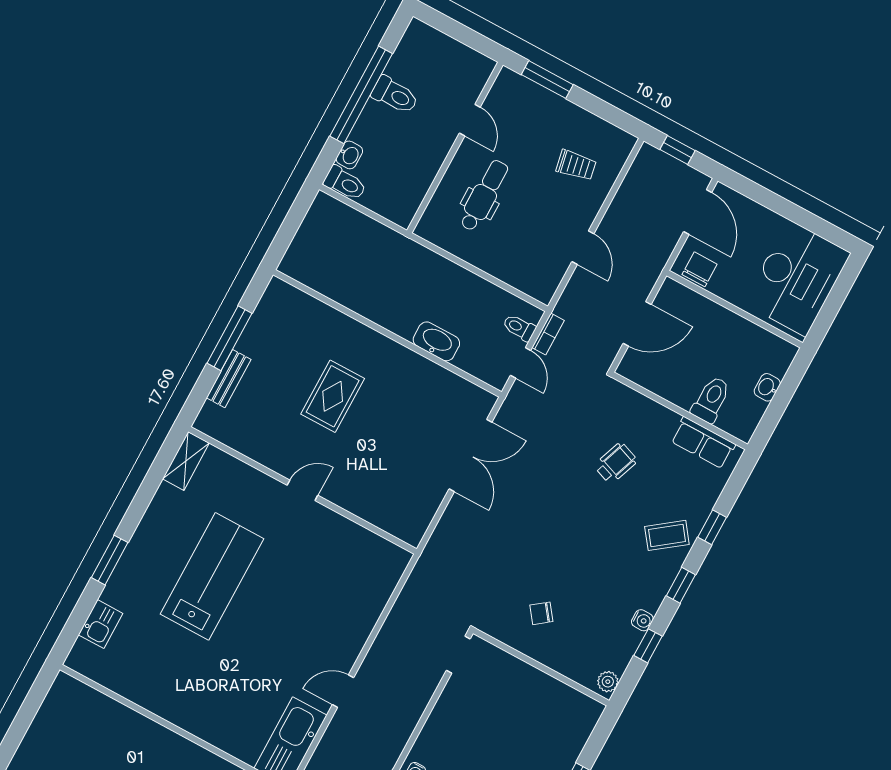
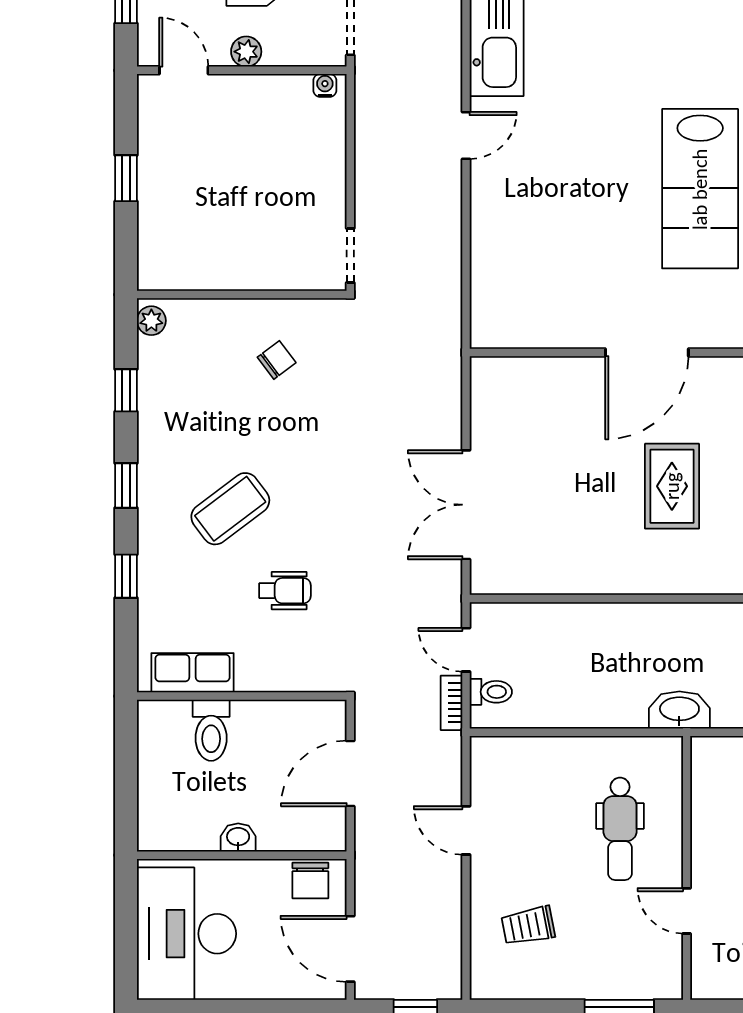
washbasin: (436, 341) -> (679, 710), moved, turned 180
washbasin: (767, 387) -> (238, 837), moved, turned -90
wheelchair: (616, 463) -> (285, 591), turned -110
door: (302, 490) -> (647, 352), width x1.88
coffee table: (667, 535) -> (230, 509), moved, width x1.36, depth x1.30
water cooler: (642, 620) -> (150, 418), removed

